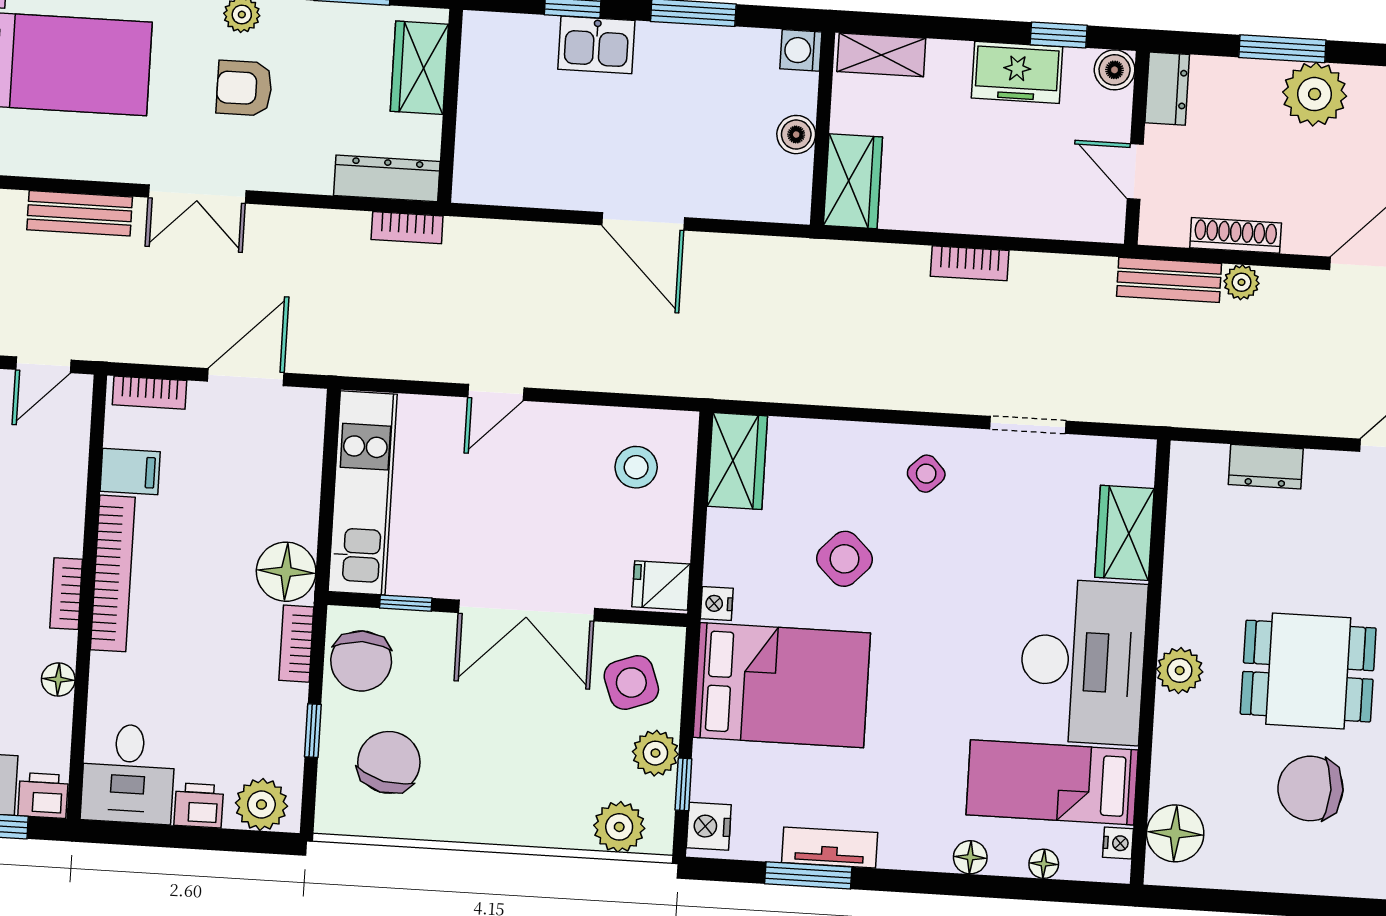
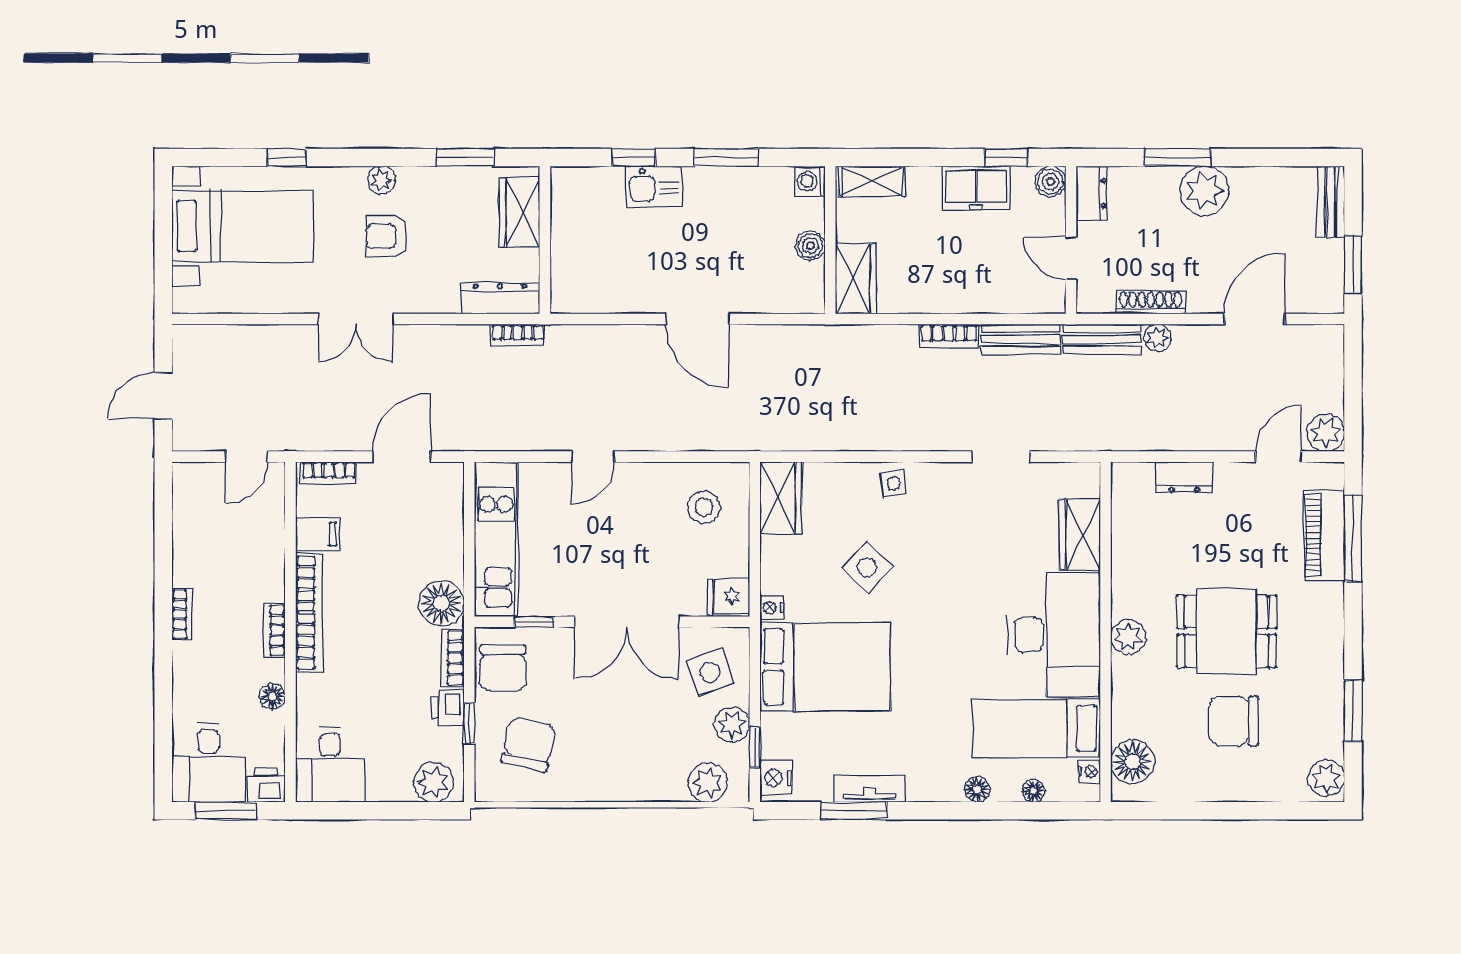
bench: (80, 213) -> (1020, 339), moved
side table: (926, 474) -> (893, 483), moved, turned 35
printer: (199, 805) -> (448, 707), moved, turned -90

